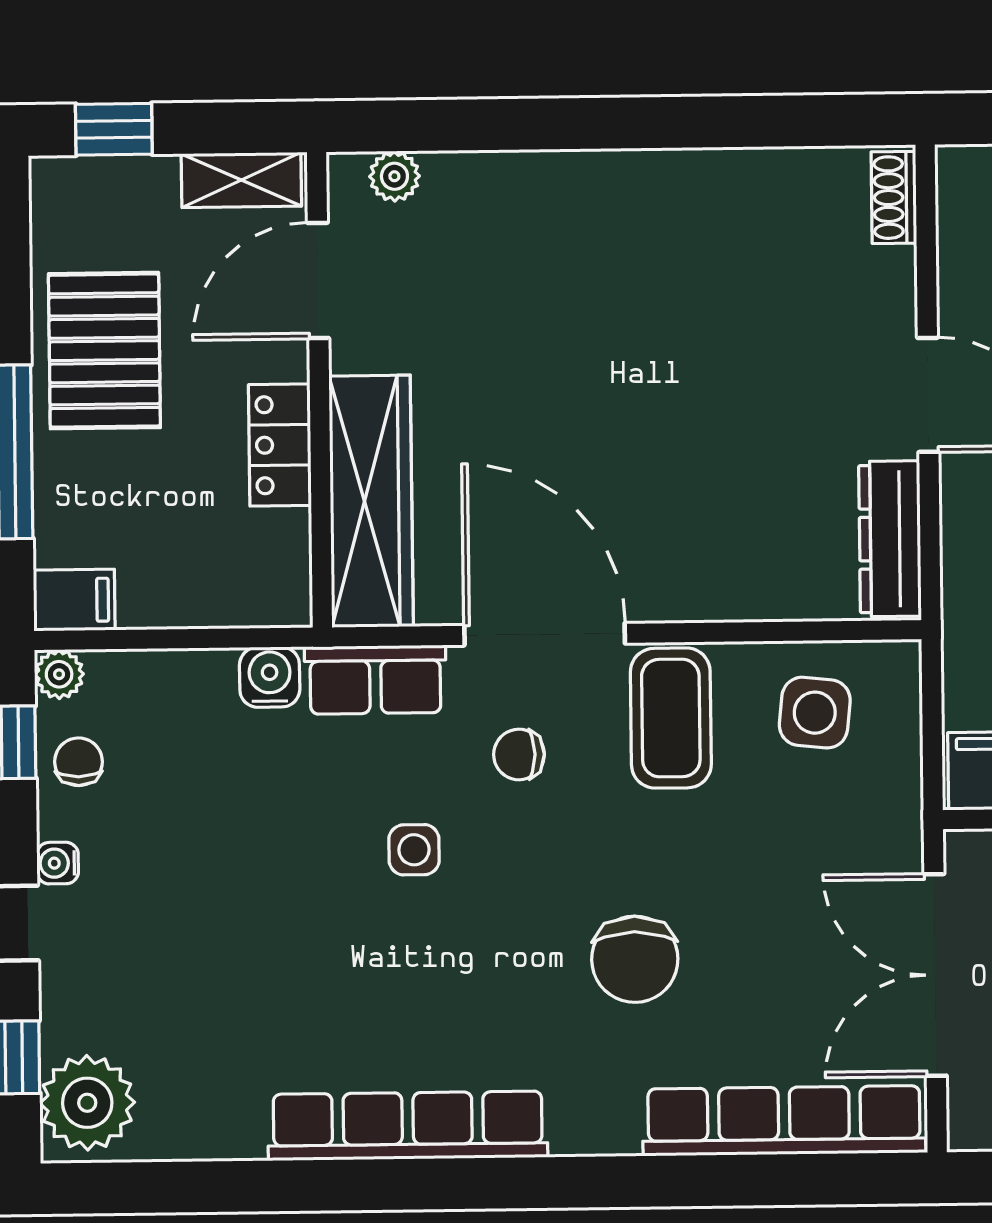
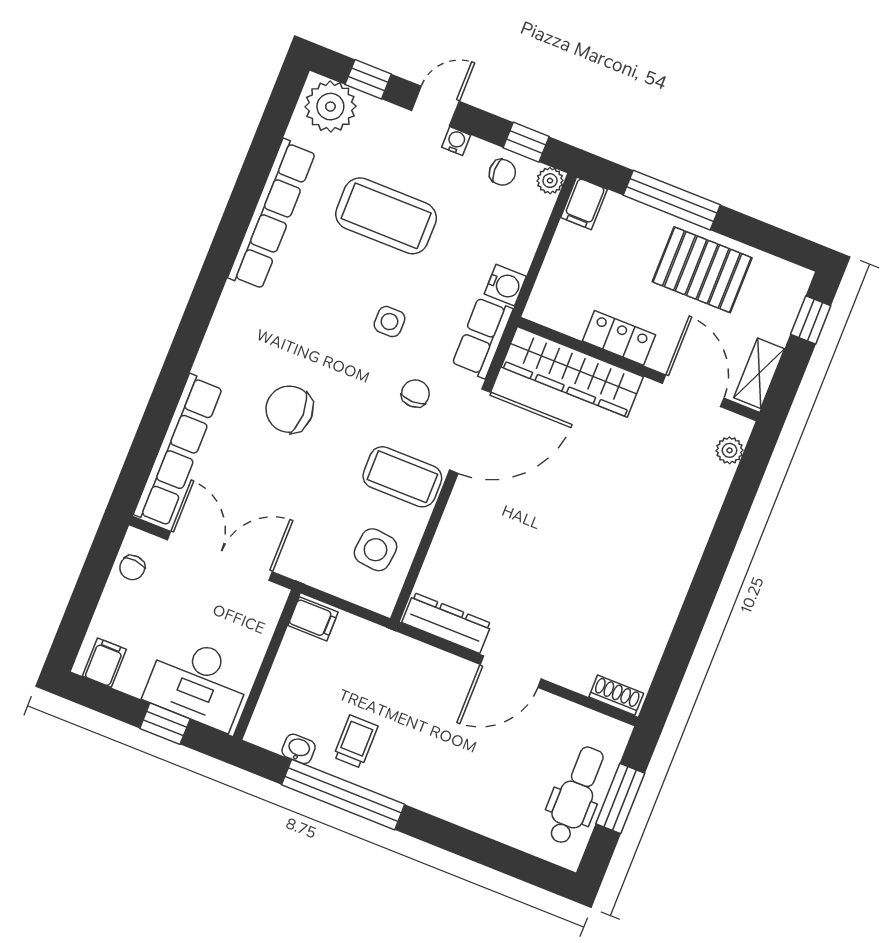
coffee table: (235, 930) -> (386, 216), added
row of seats: (408, 1126) -> (272, 214), moved

